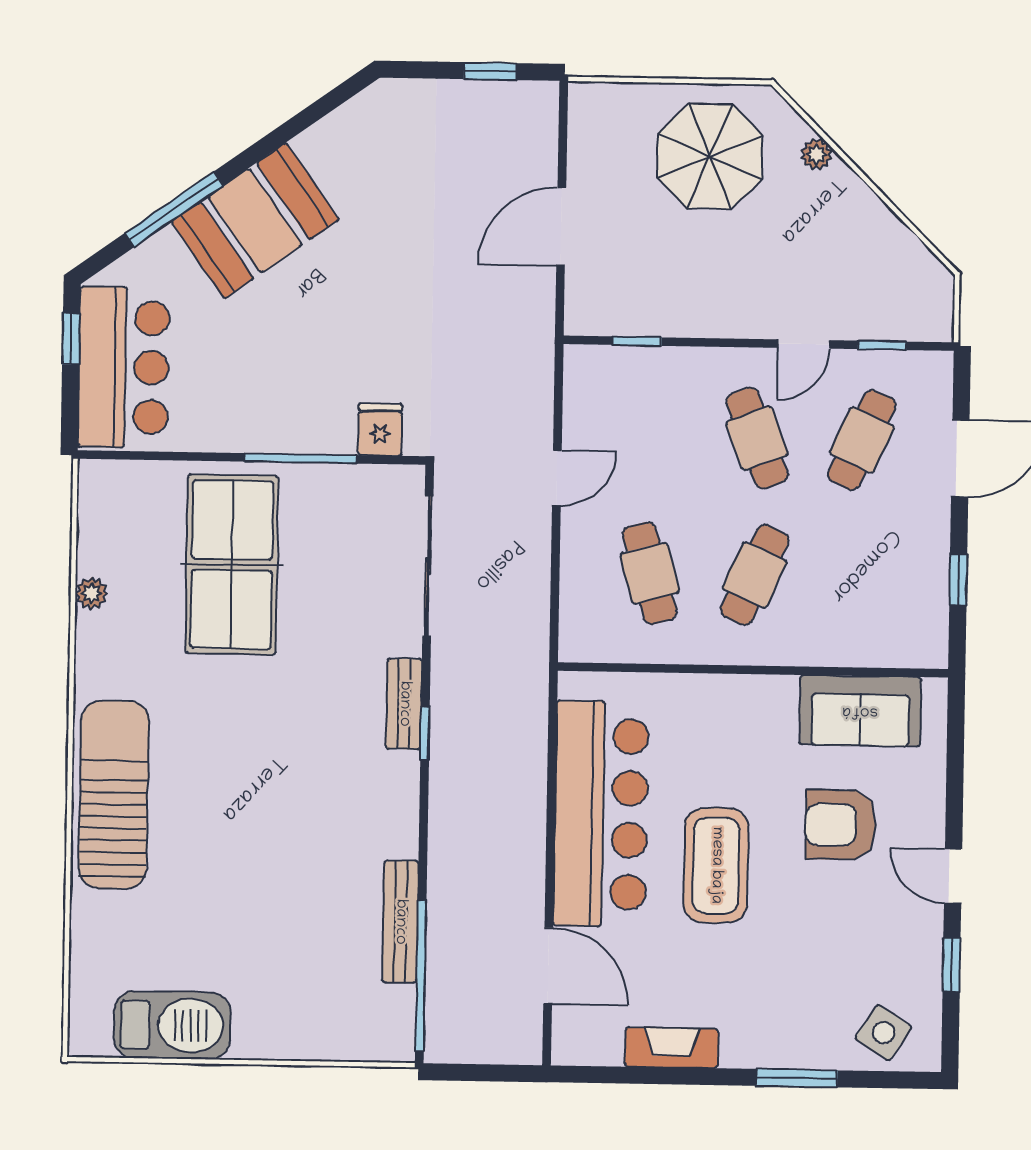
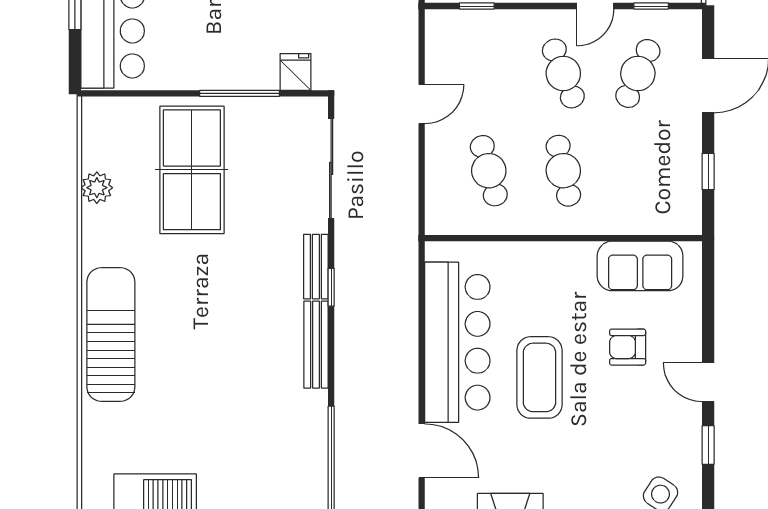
cafe table: (755, 575) -> (563, 171), turned -36
plant: (91, 593) -> (97, 188), width x1.38, depth x1.38
armchair: (841, 825) -> (628, 347), width x0.72, depth x0.72
bench: (400, 922) -> (316, 345), moved

